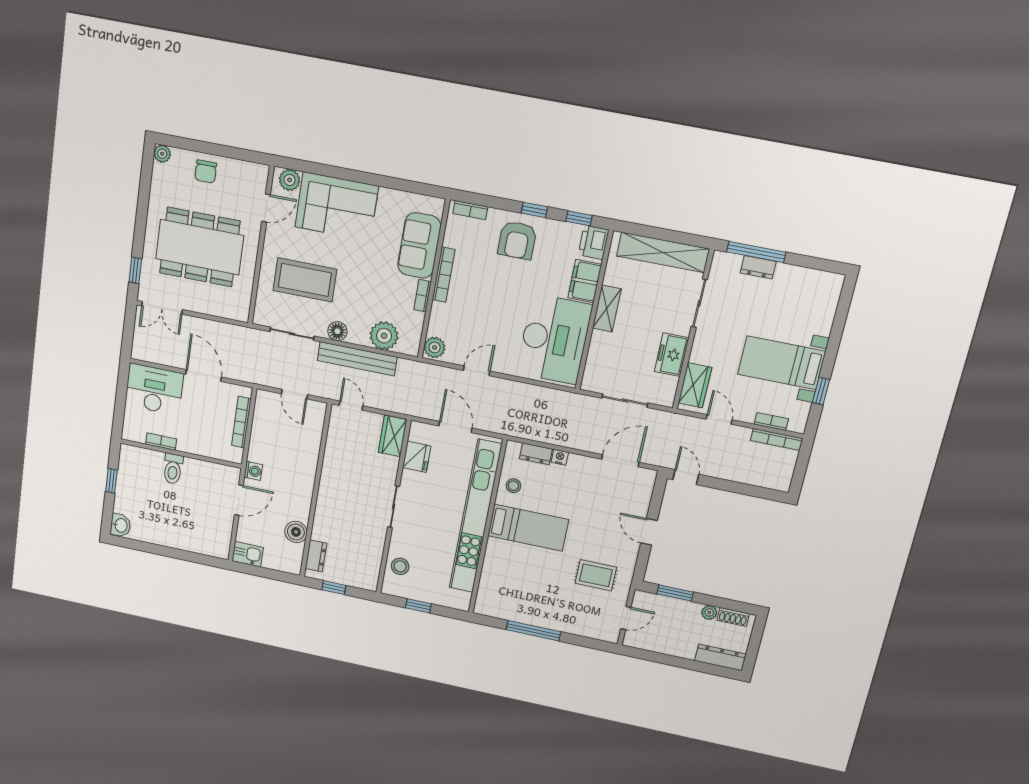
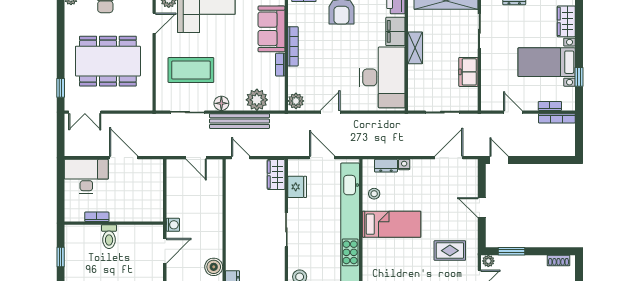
wardrobe: (695, 385) -> (566, 21), moved, turned 180
bookcase: (241, 422) -> (158, 188), removed
plant: (709, 612) -> (488, 261), moved

